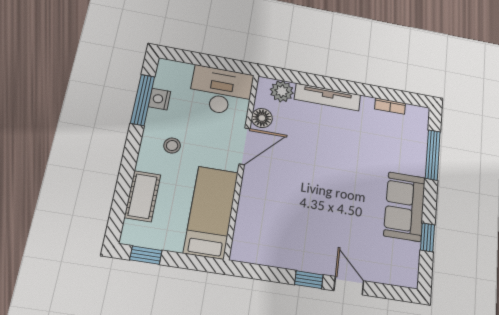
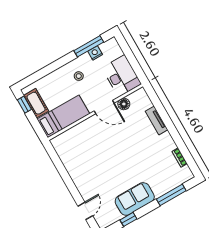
plant: (282, 91) -> (144, 103), removed
tv unit: (328, 97) -> (157, 120), width x0.71
cot: (143, 196) -> (36, 103), moved, turned 90
window: (309, 280) -> (68, 180), removed
door: (349, 286) -> (85, 211), moved

